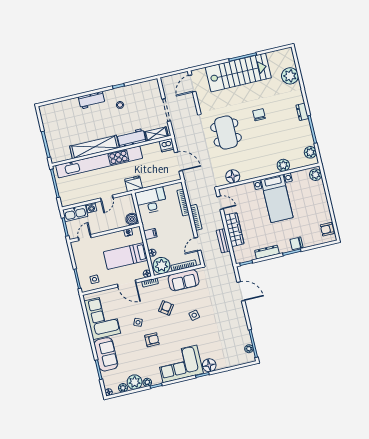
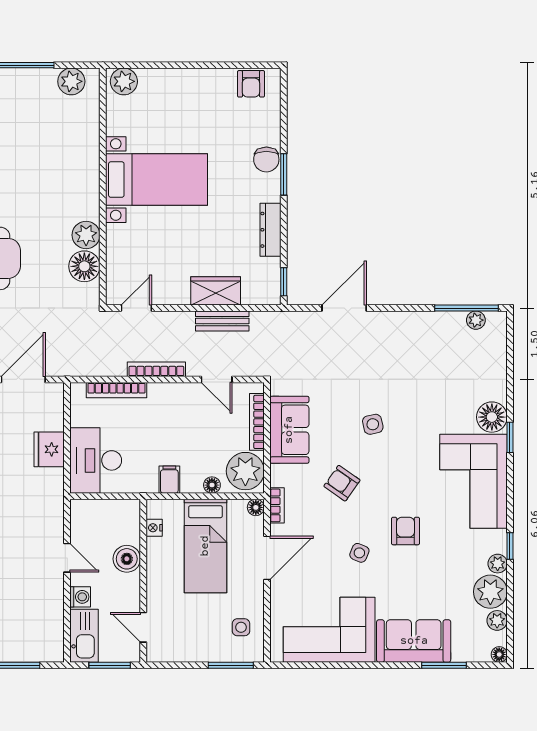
plant: (283, 165) -> (86, 235), moved
fridge: (134, 184) -> (49, 449), moved
boiler: (132, 219) -> (127, 559), moved
wardrobe: (234, 230) -> (216, 291), width x0.67

